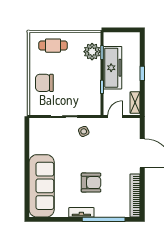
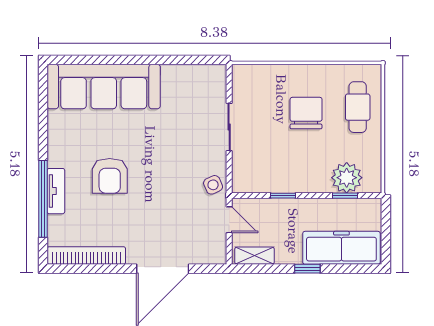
freezer: (113, 68) -> (341, 248), moved, turned 180
chair: (44, 83) -> (306, 113), moved
side table: (84, 131) -> (213, 185), moved
tv unit: (81, 212) -> (56, 191), moved

